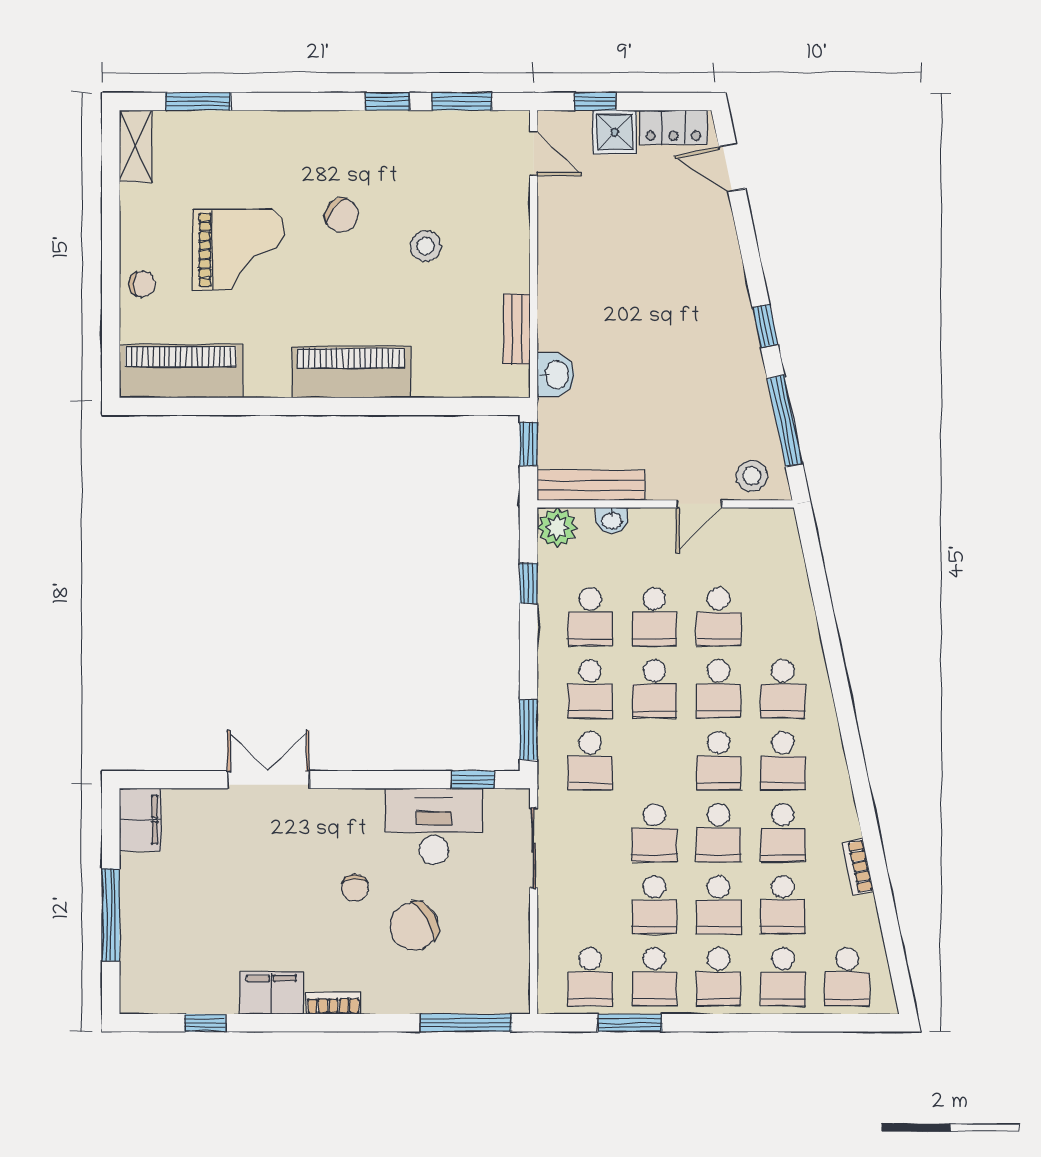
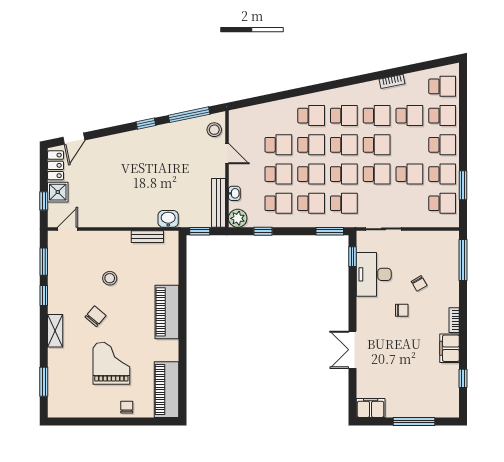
shelving: (136, 146) -> (55, 331), moved, turned 90
school desk: (719, 905) -> (344, 174), moved
chair: (414, 926) -> (419, 283), width x0.54, depth x0.54

